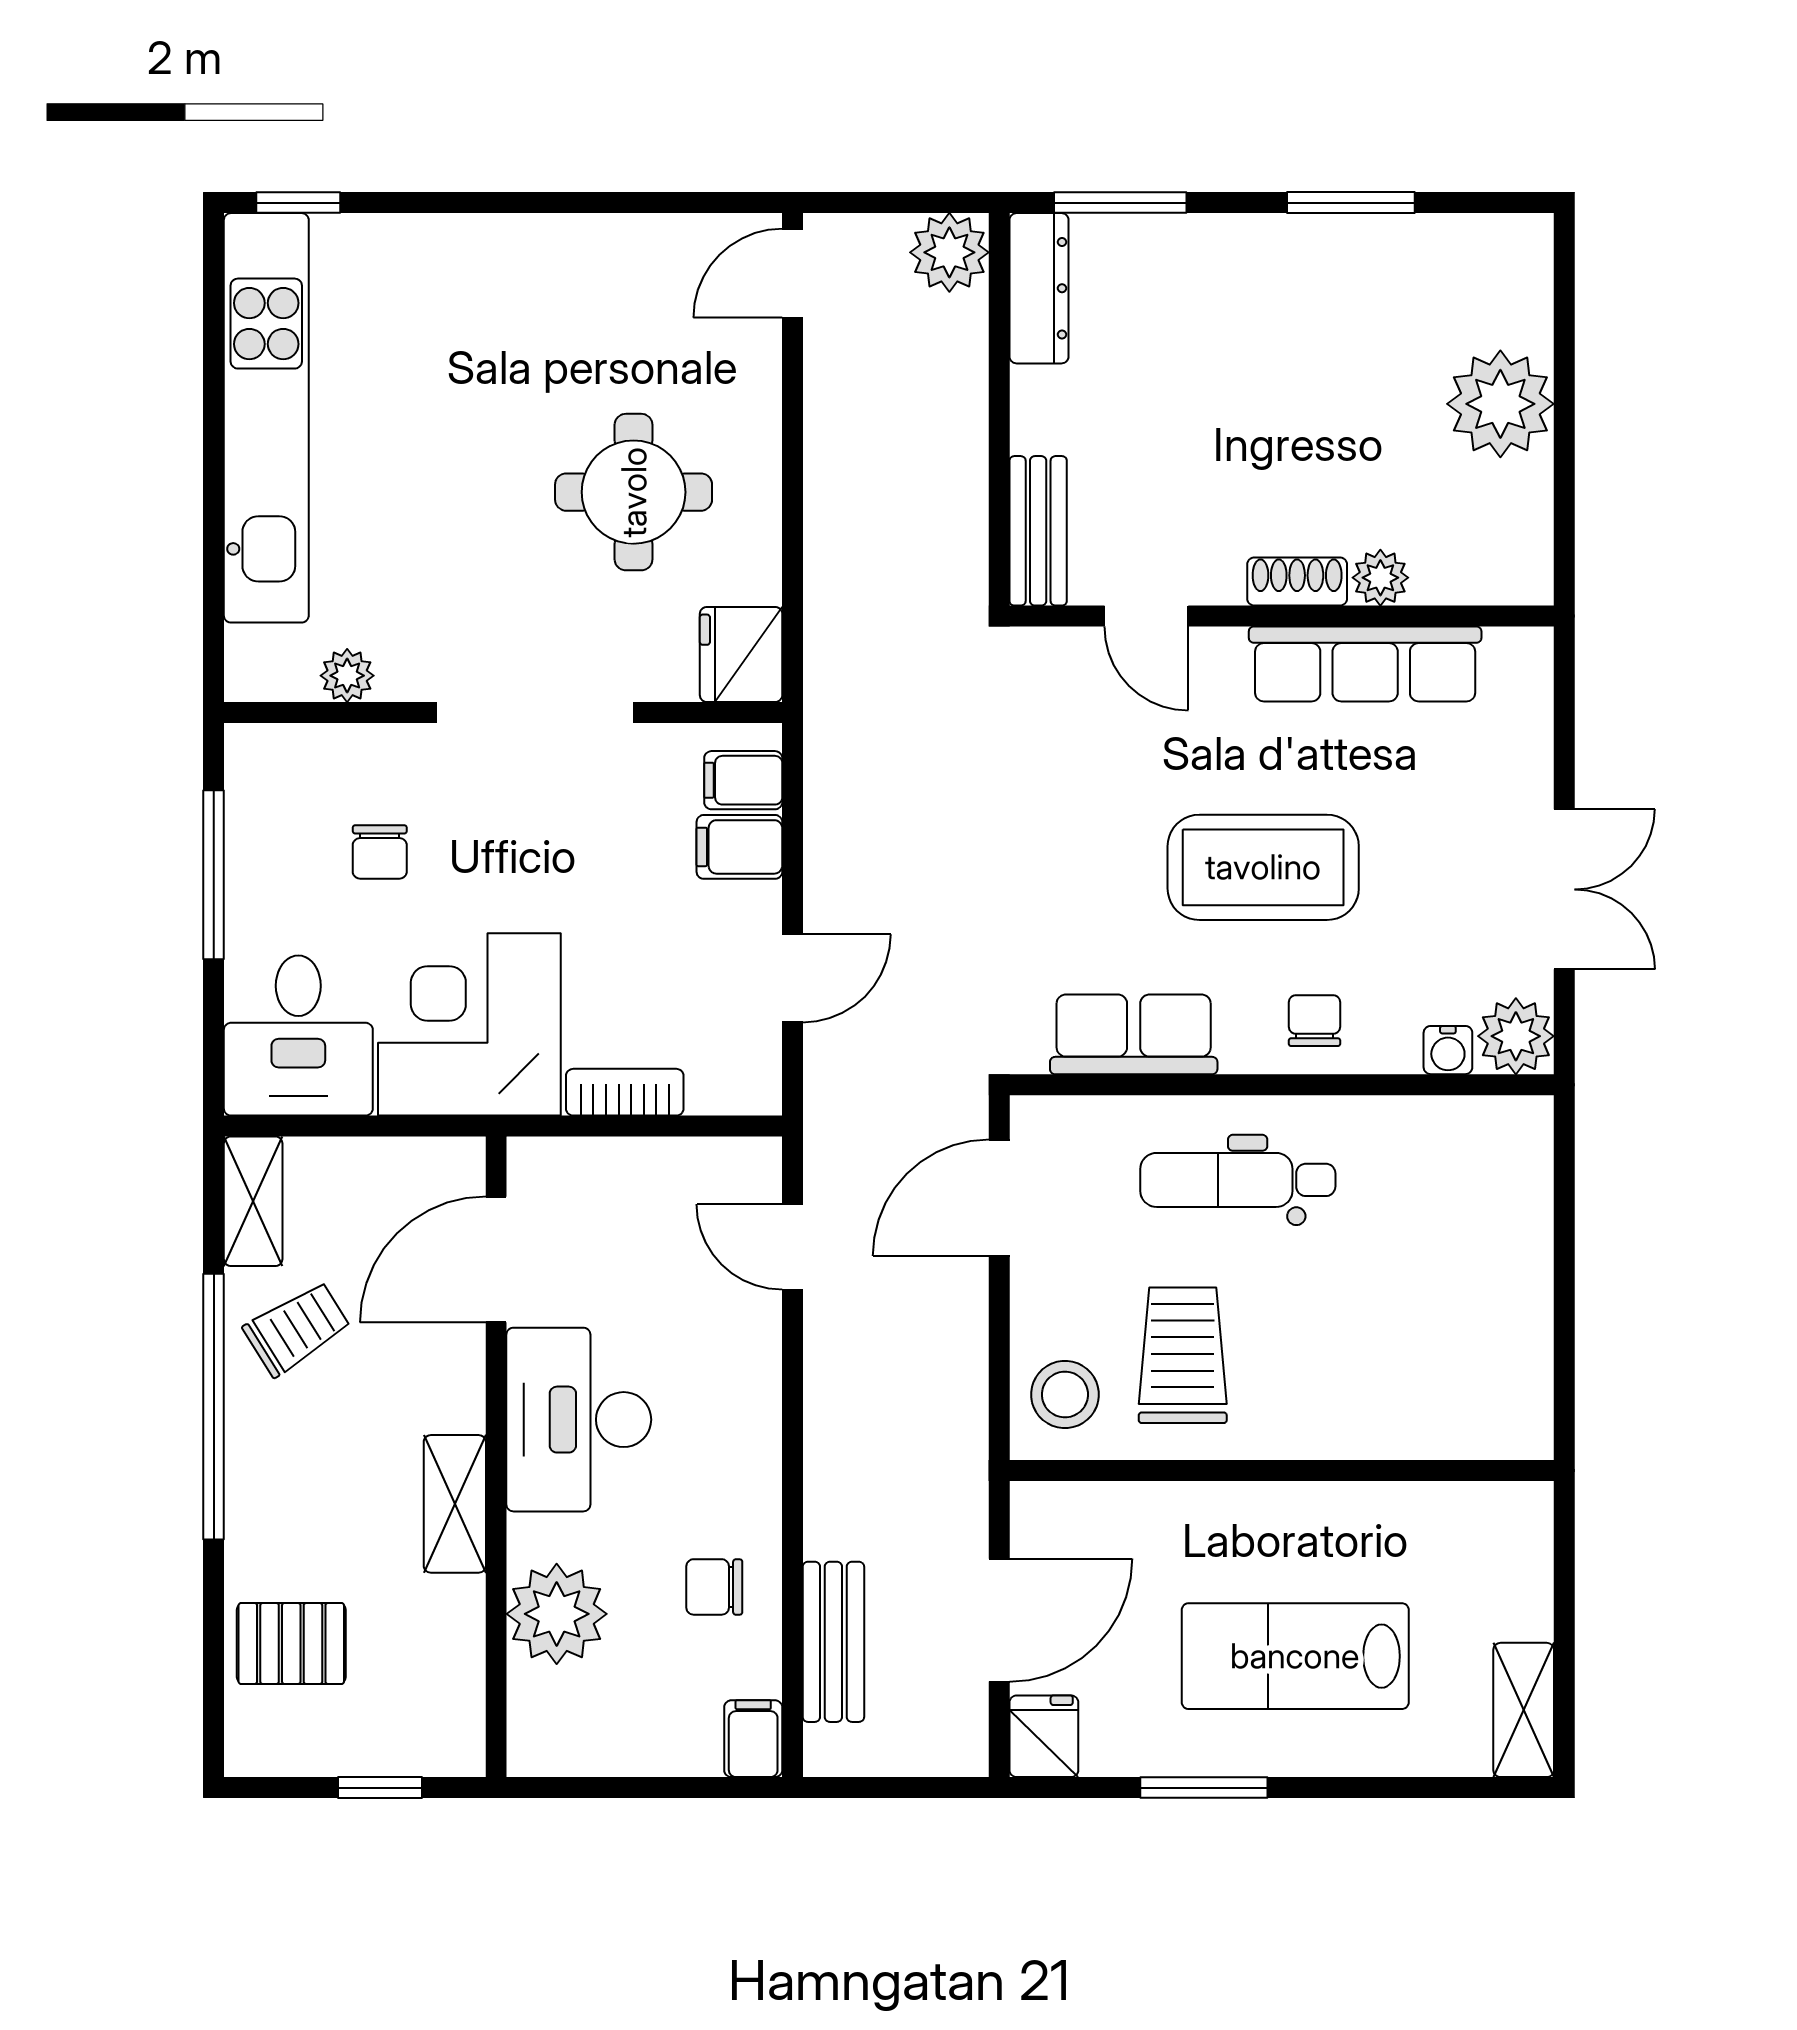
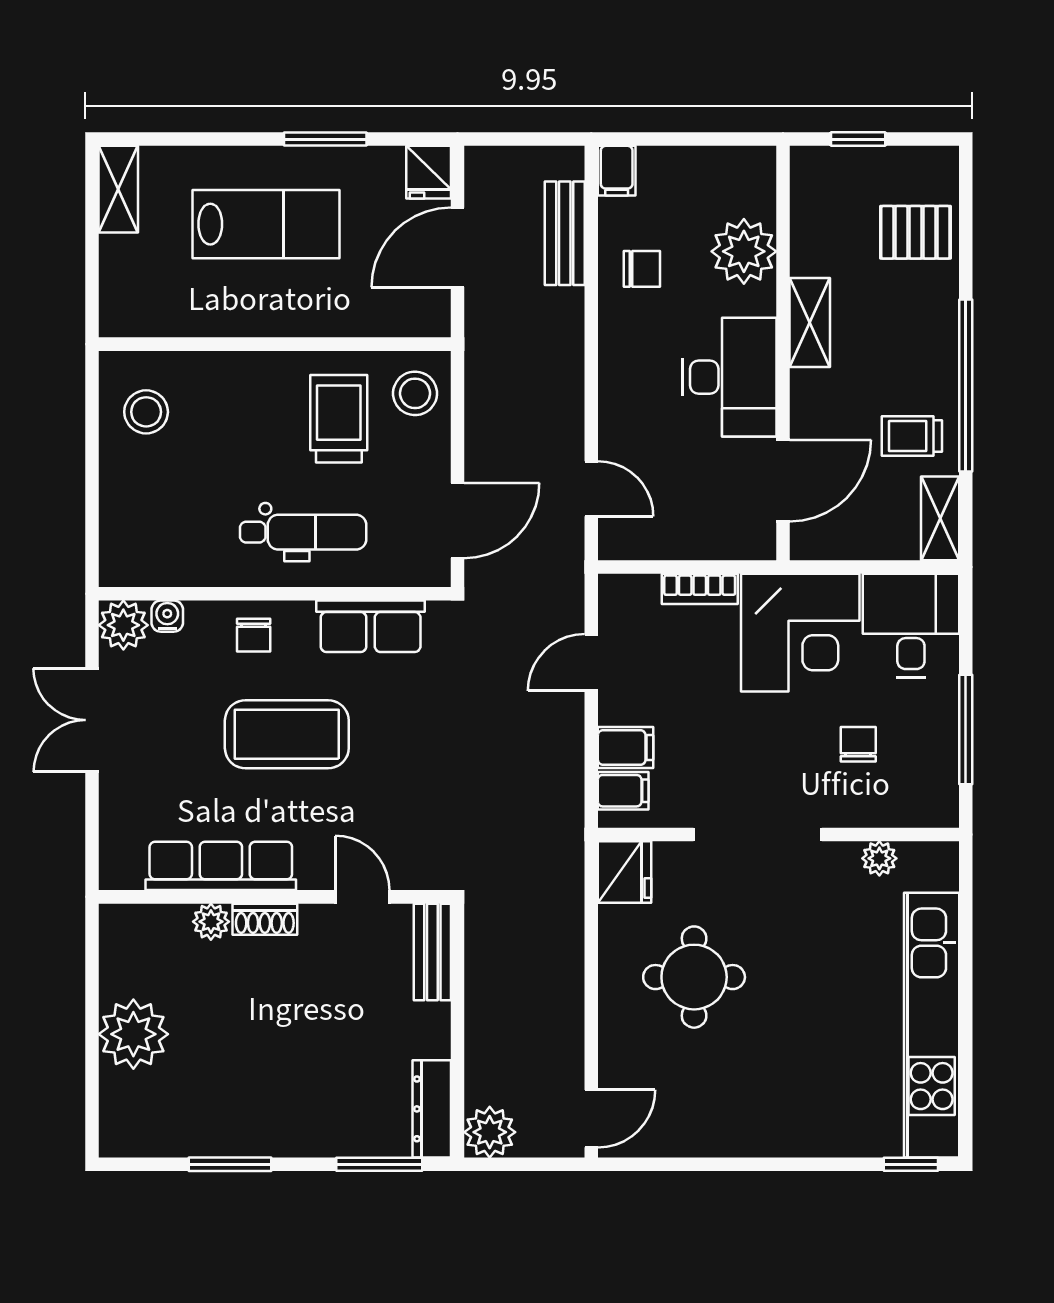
trolley: (297, 1329) -> (912, 436), turned 32
trolley: (1183, 1355) -> (339, 419), turned 180
stool: (1481, 1366) -> (146, 412), added

